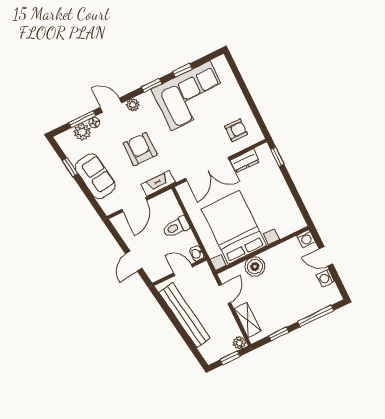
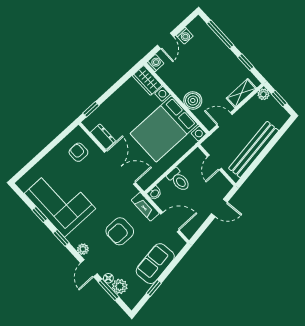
wardrobe: (290, 225) -> (147, 80), added
washbasin: (197, 253) -> (154, 193), moved

